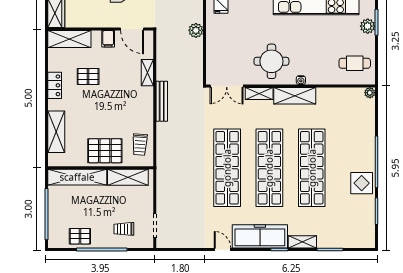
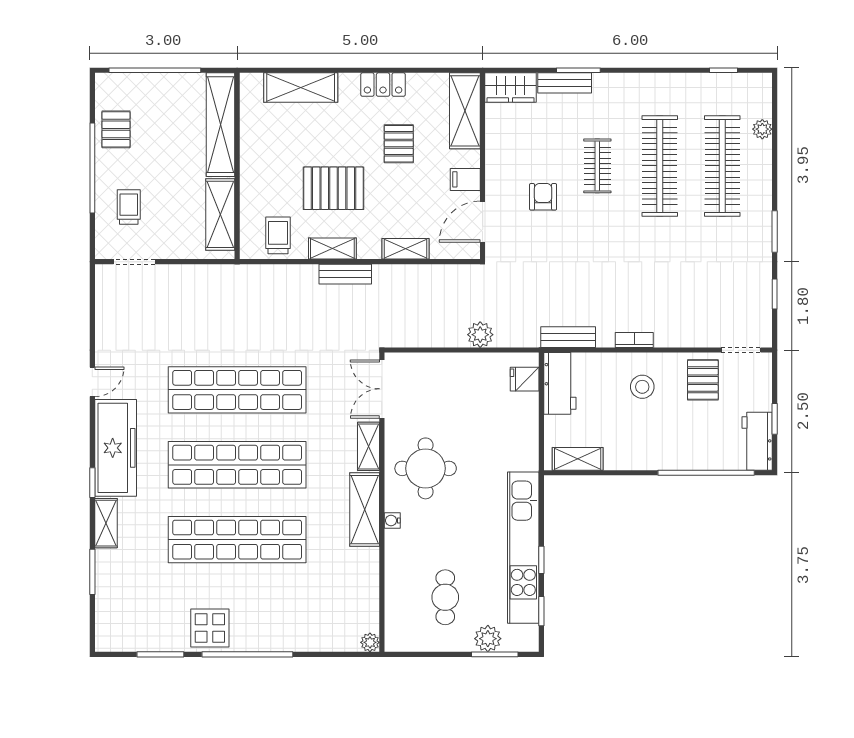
cafe table: (355, 63) -> (445, 597), moved
bench: (162, 101) -> (345, 274), width x0.73
shelving: (147, 114) -> (332, 249), added
trolley: (140, 145) -> (278, 235), turned 86
pallet: (105, 151) -> (333, 188), moved, turned 90

